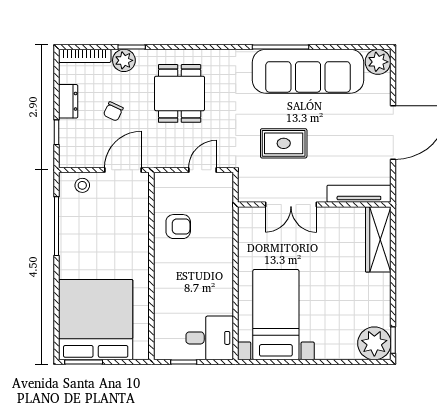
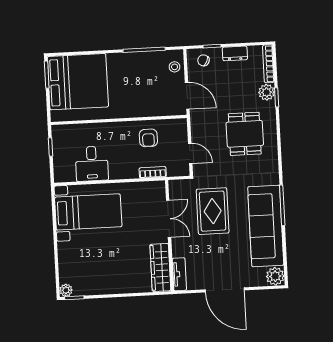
dining table: (180, 93) -> (245, 134), turned 90
chair: (113, 111) -> (203, 60), moved
rug: (284, 143) -> (213, 211), width x1.36, depth x1.43
tv unit: (359, 194) -> (179, 274), width x0.71
double door: (291, 205) -> (169, 219), swing flipped
bookcase: (226, 223) -> (153, 172), added
wardrobe: (378, 239) -> (160, 267), moved, turned -90
desk: (210, 338) -> (92, 164), moved
plant: (374, 343) -> (66, 290), width x0.53, depth x0.53

